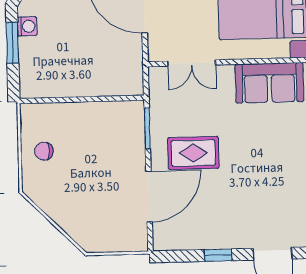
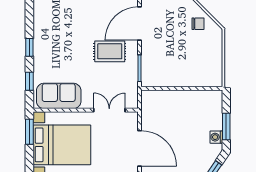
chair: (44, 151) -> (198, 24), moved

